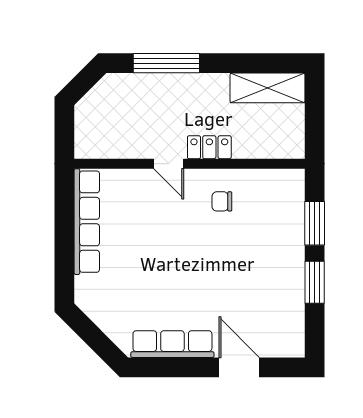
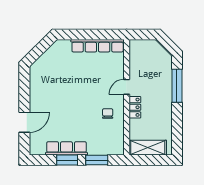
shelving: (268, 88) -> (148, 148), moved, turned 90
row of seats: (172, 344) -> (66, 148), moved, turned -90

